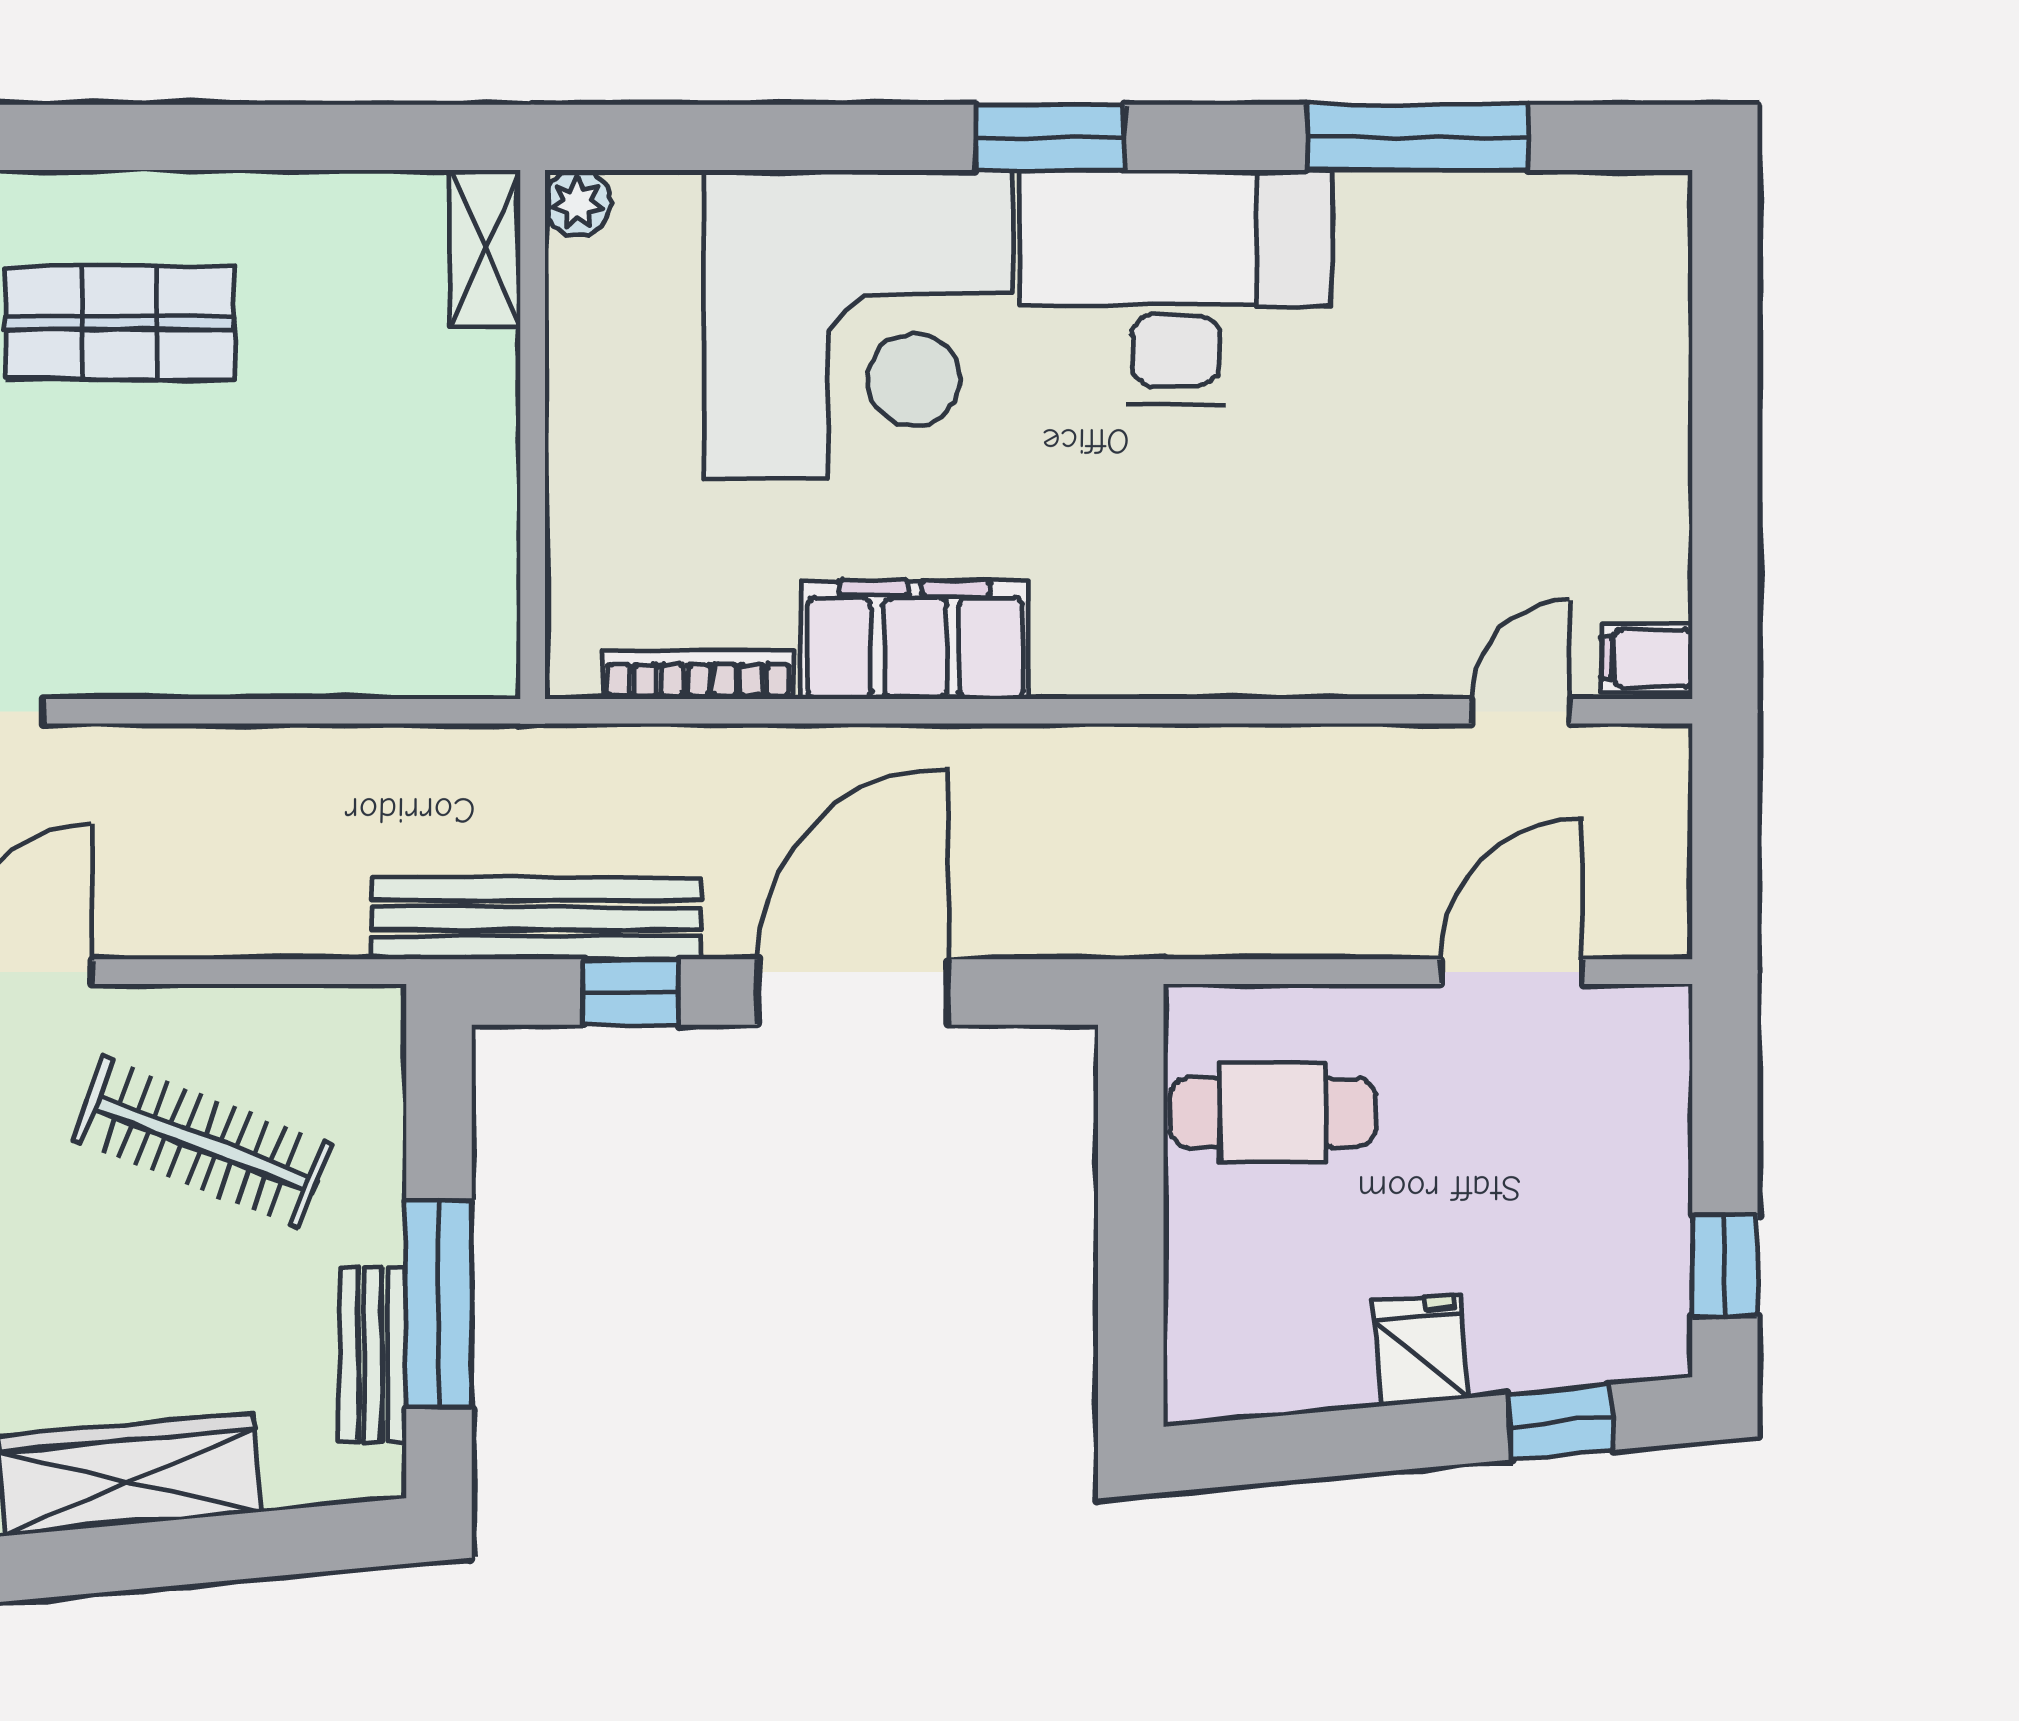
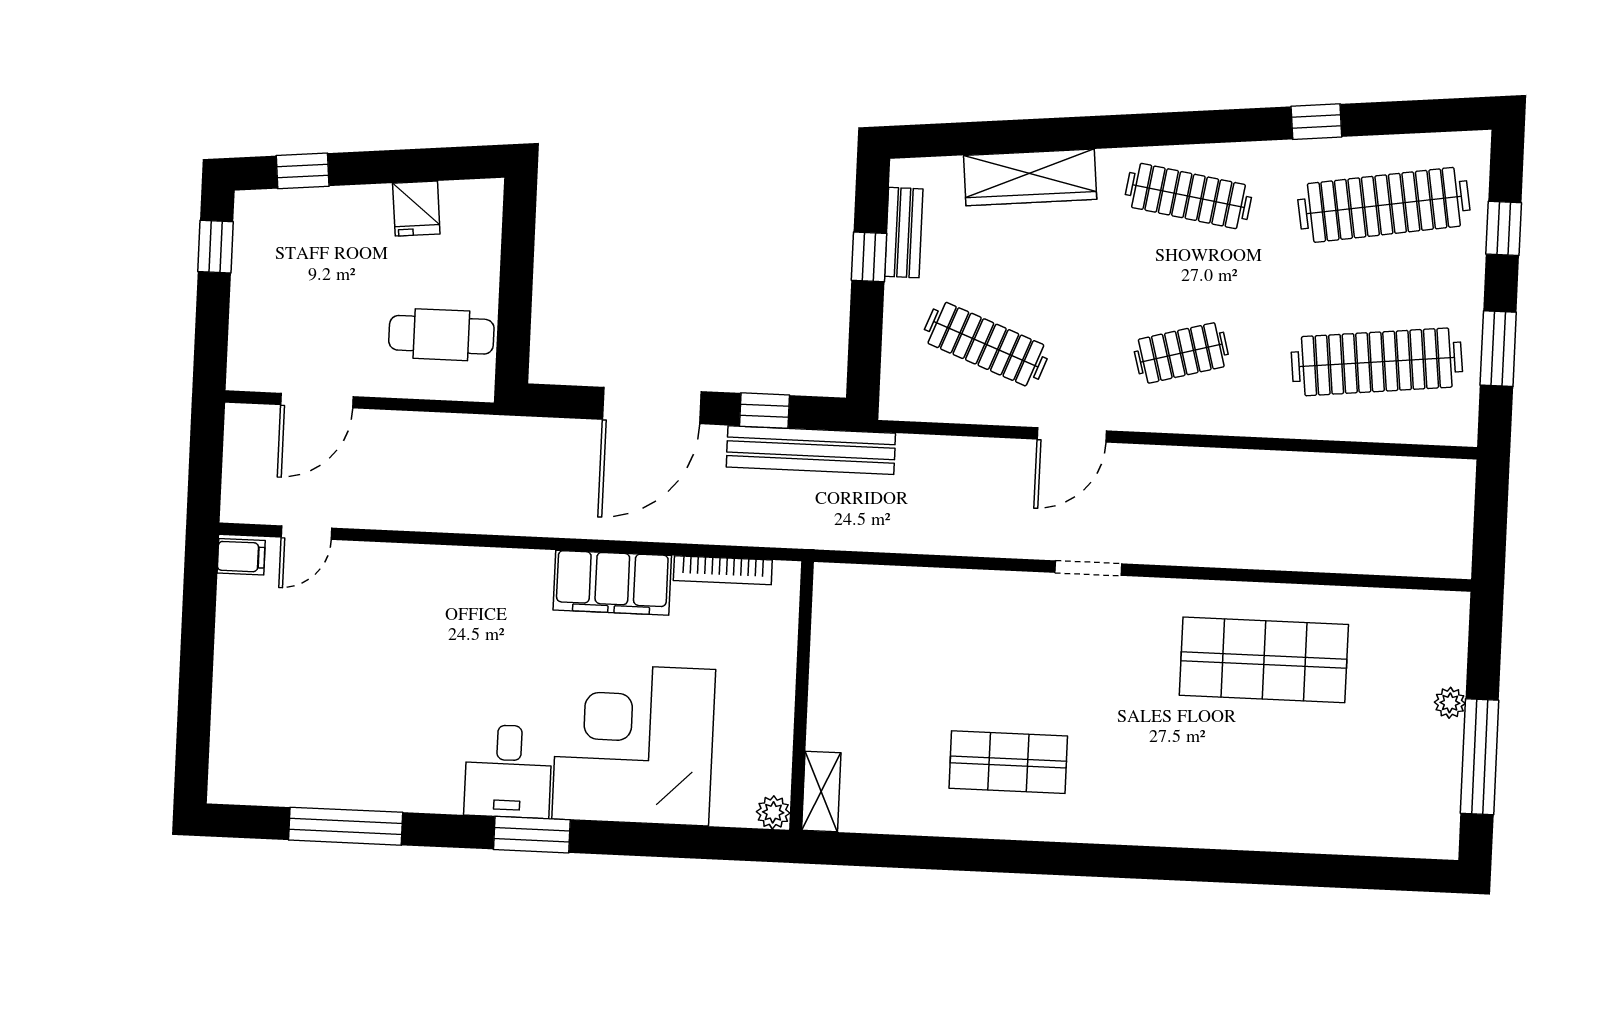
desk: (1175, 287) -> (508, 771), width x0.53, depth x0.77
window: (439, 1304) -> (869, 257), width x0.46
fridge: (1421, 1350) -> (416, 209), moved

